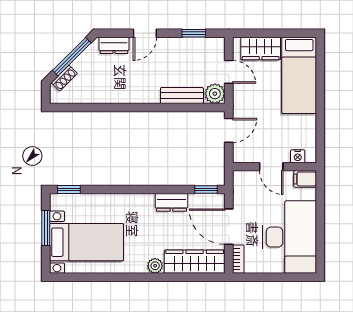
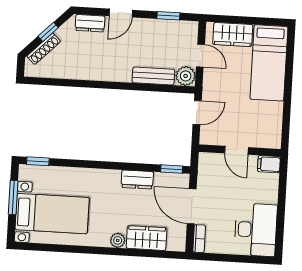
window: (72, 57) -> (48, 32), width x0.46
shoe rack: (64, 78) -> (44, 49), width x1.43
nightstand: (298, 156) -> (263, 142), removed
desk: (289, 237) -> (256, 230), width x0.73, depth x0.77
wardrobe: (195, 262) -> (147, 238), width x0.67

